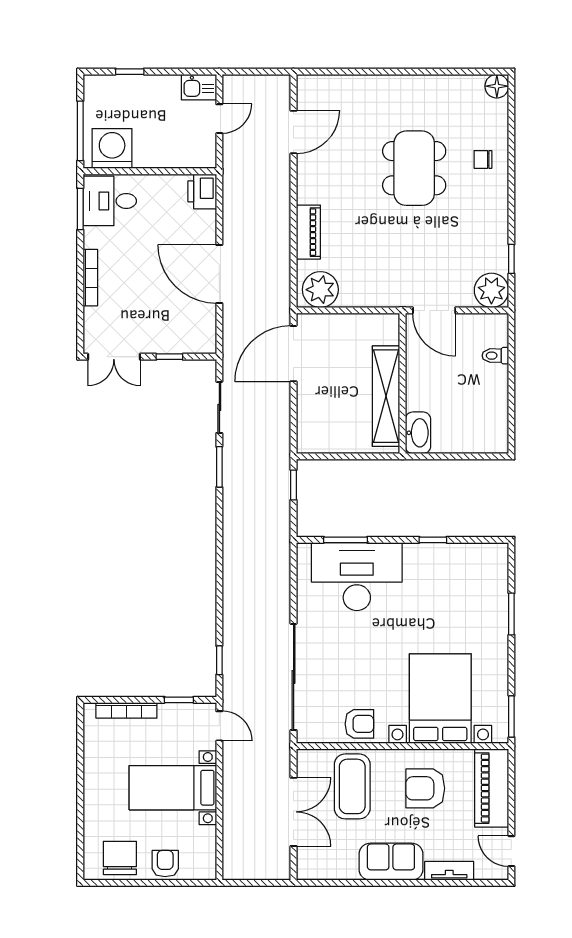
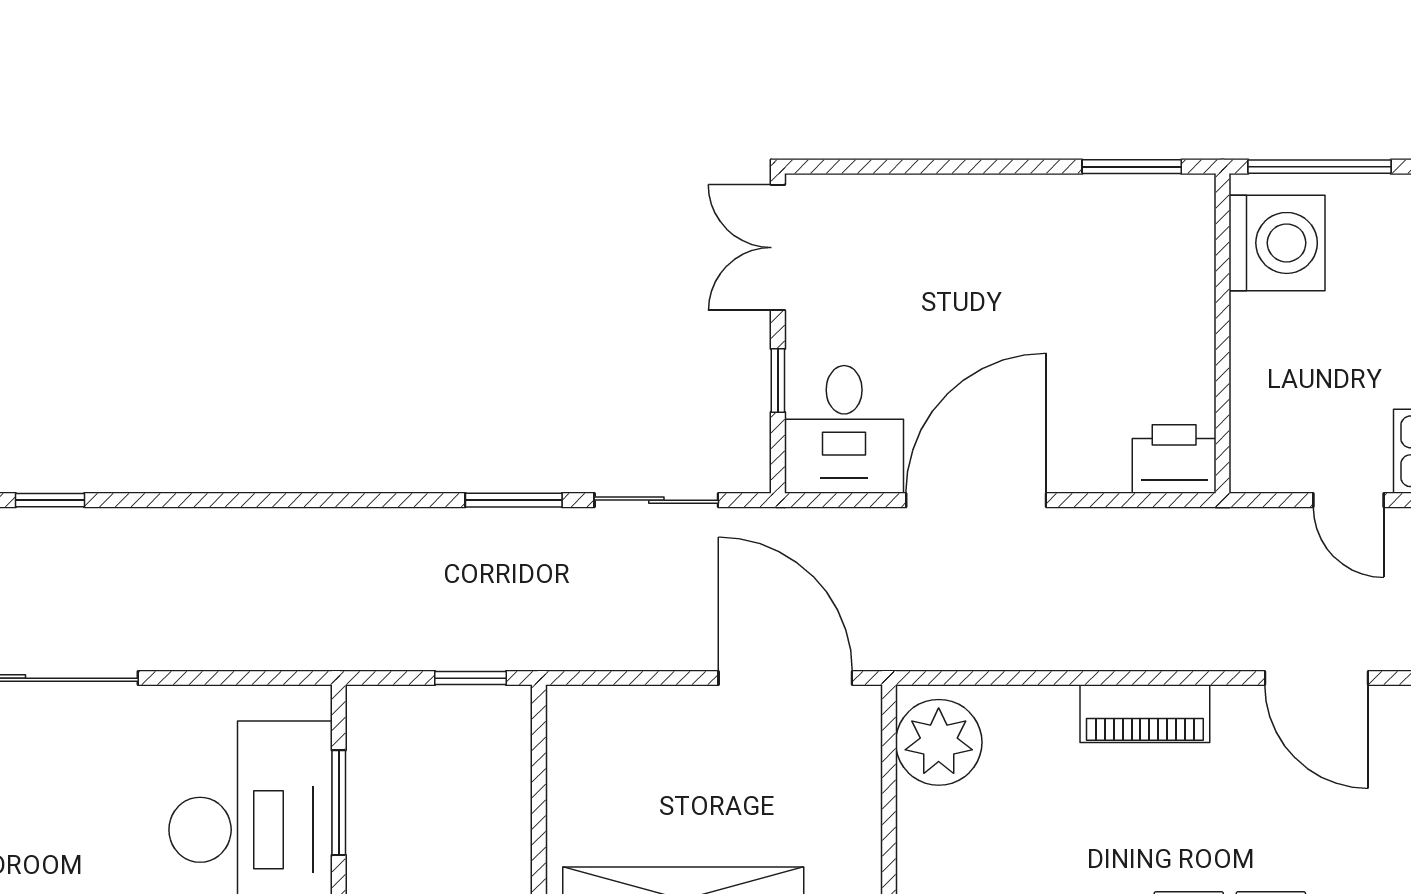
desk: (110, 201) -> (844, 429), moved, turned 180
piano: (308, 232) -> (1145, 714), moved
bookcase: (90, 278) -> (967, 191), removed

